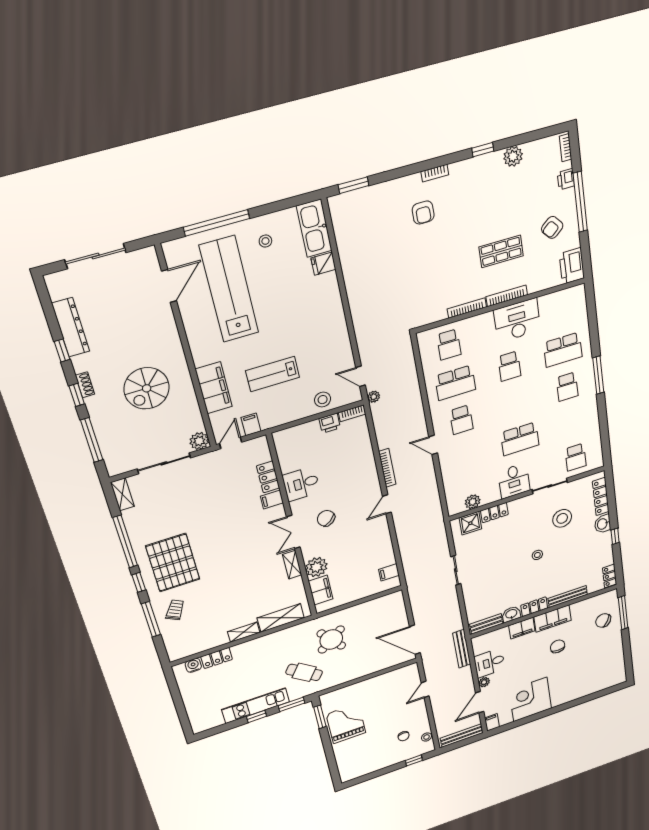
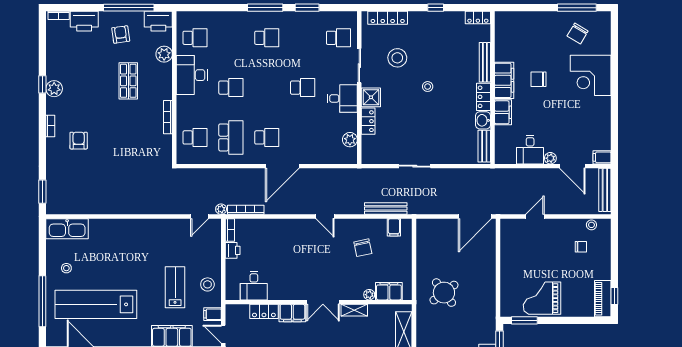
plant: (513, 156) -> (54, 89), moved
printer: (566, 179) -> (84, 21), width x1.87, depth x1.48
window: (580, 202) -> (129, 8), moved
armchair: (423, 213) -> (79, 141), turned -90
armchair: (552, 227) -> (121, 34), turned -148
fridge: (323, 264) -> (97, 227), removed
plant: (536, 283) -> (164, 54), added
bookcase: (507, 296) -> (168, 81), removed
school desk: (563, 350) -> (195, 38), moved, width x0.54
lab bench: (273, 374) -> (175, 287), turned 180
stool: (323, 400) -> (207, 284), moved
window: (603, 417) -> (307, 8), added
school desk: (520, 439) -> (303, 88), width x0.54
door: (433, 445) -> (282, 166), width x1.88
bookcase: (387, 468) -> (246, 210), moved
desk: (301, 484) -> (254, 286), moved
filing cabinet: (272, 500) -> (292, 313), width x2.00
chair: (326, 518) -> (363, 248), moved, turned -62
shower: (470, 523) -> (371, 97), moved
washbasin: (603, 524) -> (418, 19), removed
plant: (316, 567) -> (369, 295), width x0.53, depth x0.53
window: (623, 613) -> (577, 8), moved
chair: (603, 620) -> (578, 33), moved
bench: (462, 649) -> (386, 209), moved
cafe table: (304, 672) -> (469, 324), removed
door: (425, 689) -> (535, 217), swing flipped
corner desk: (530, 699) -> (591, 75), moved
window: (414, 760) -> (614, 296), moved
piano: (357, 771) -> (603, 299), added

